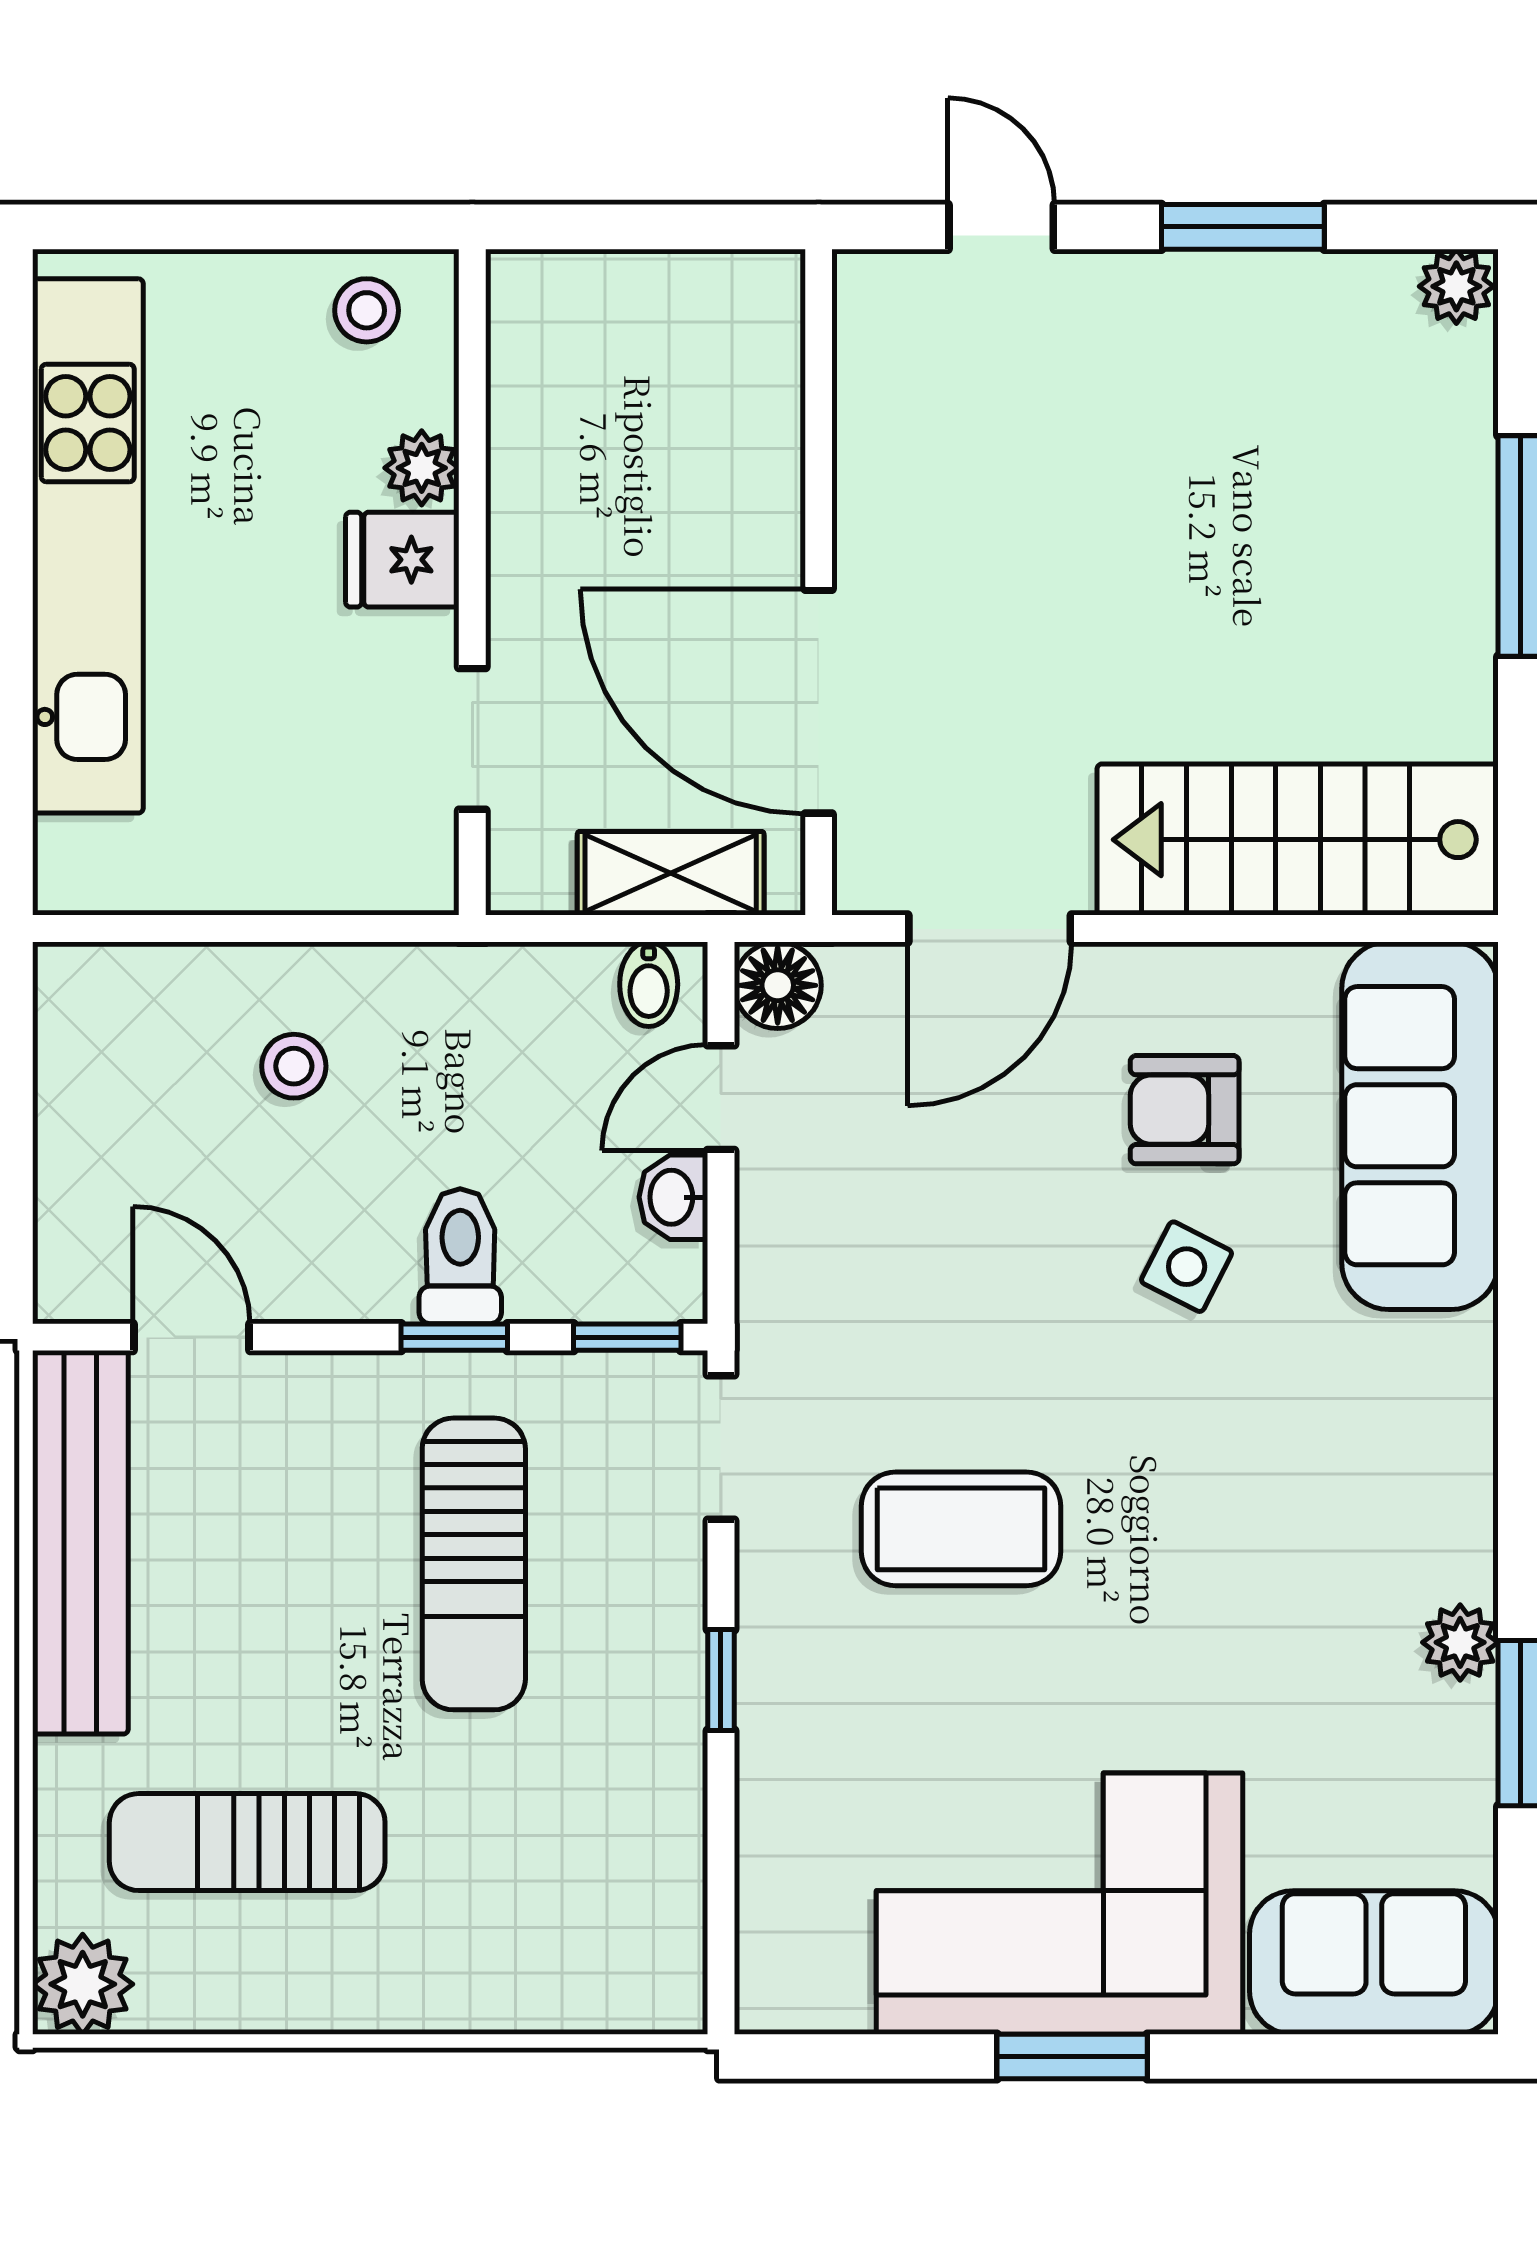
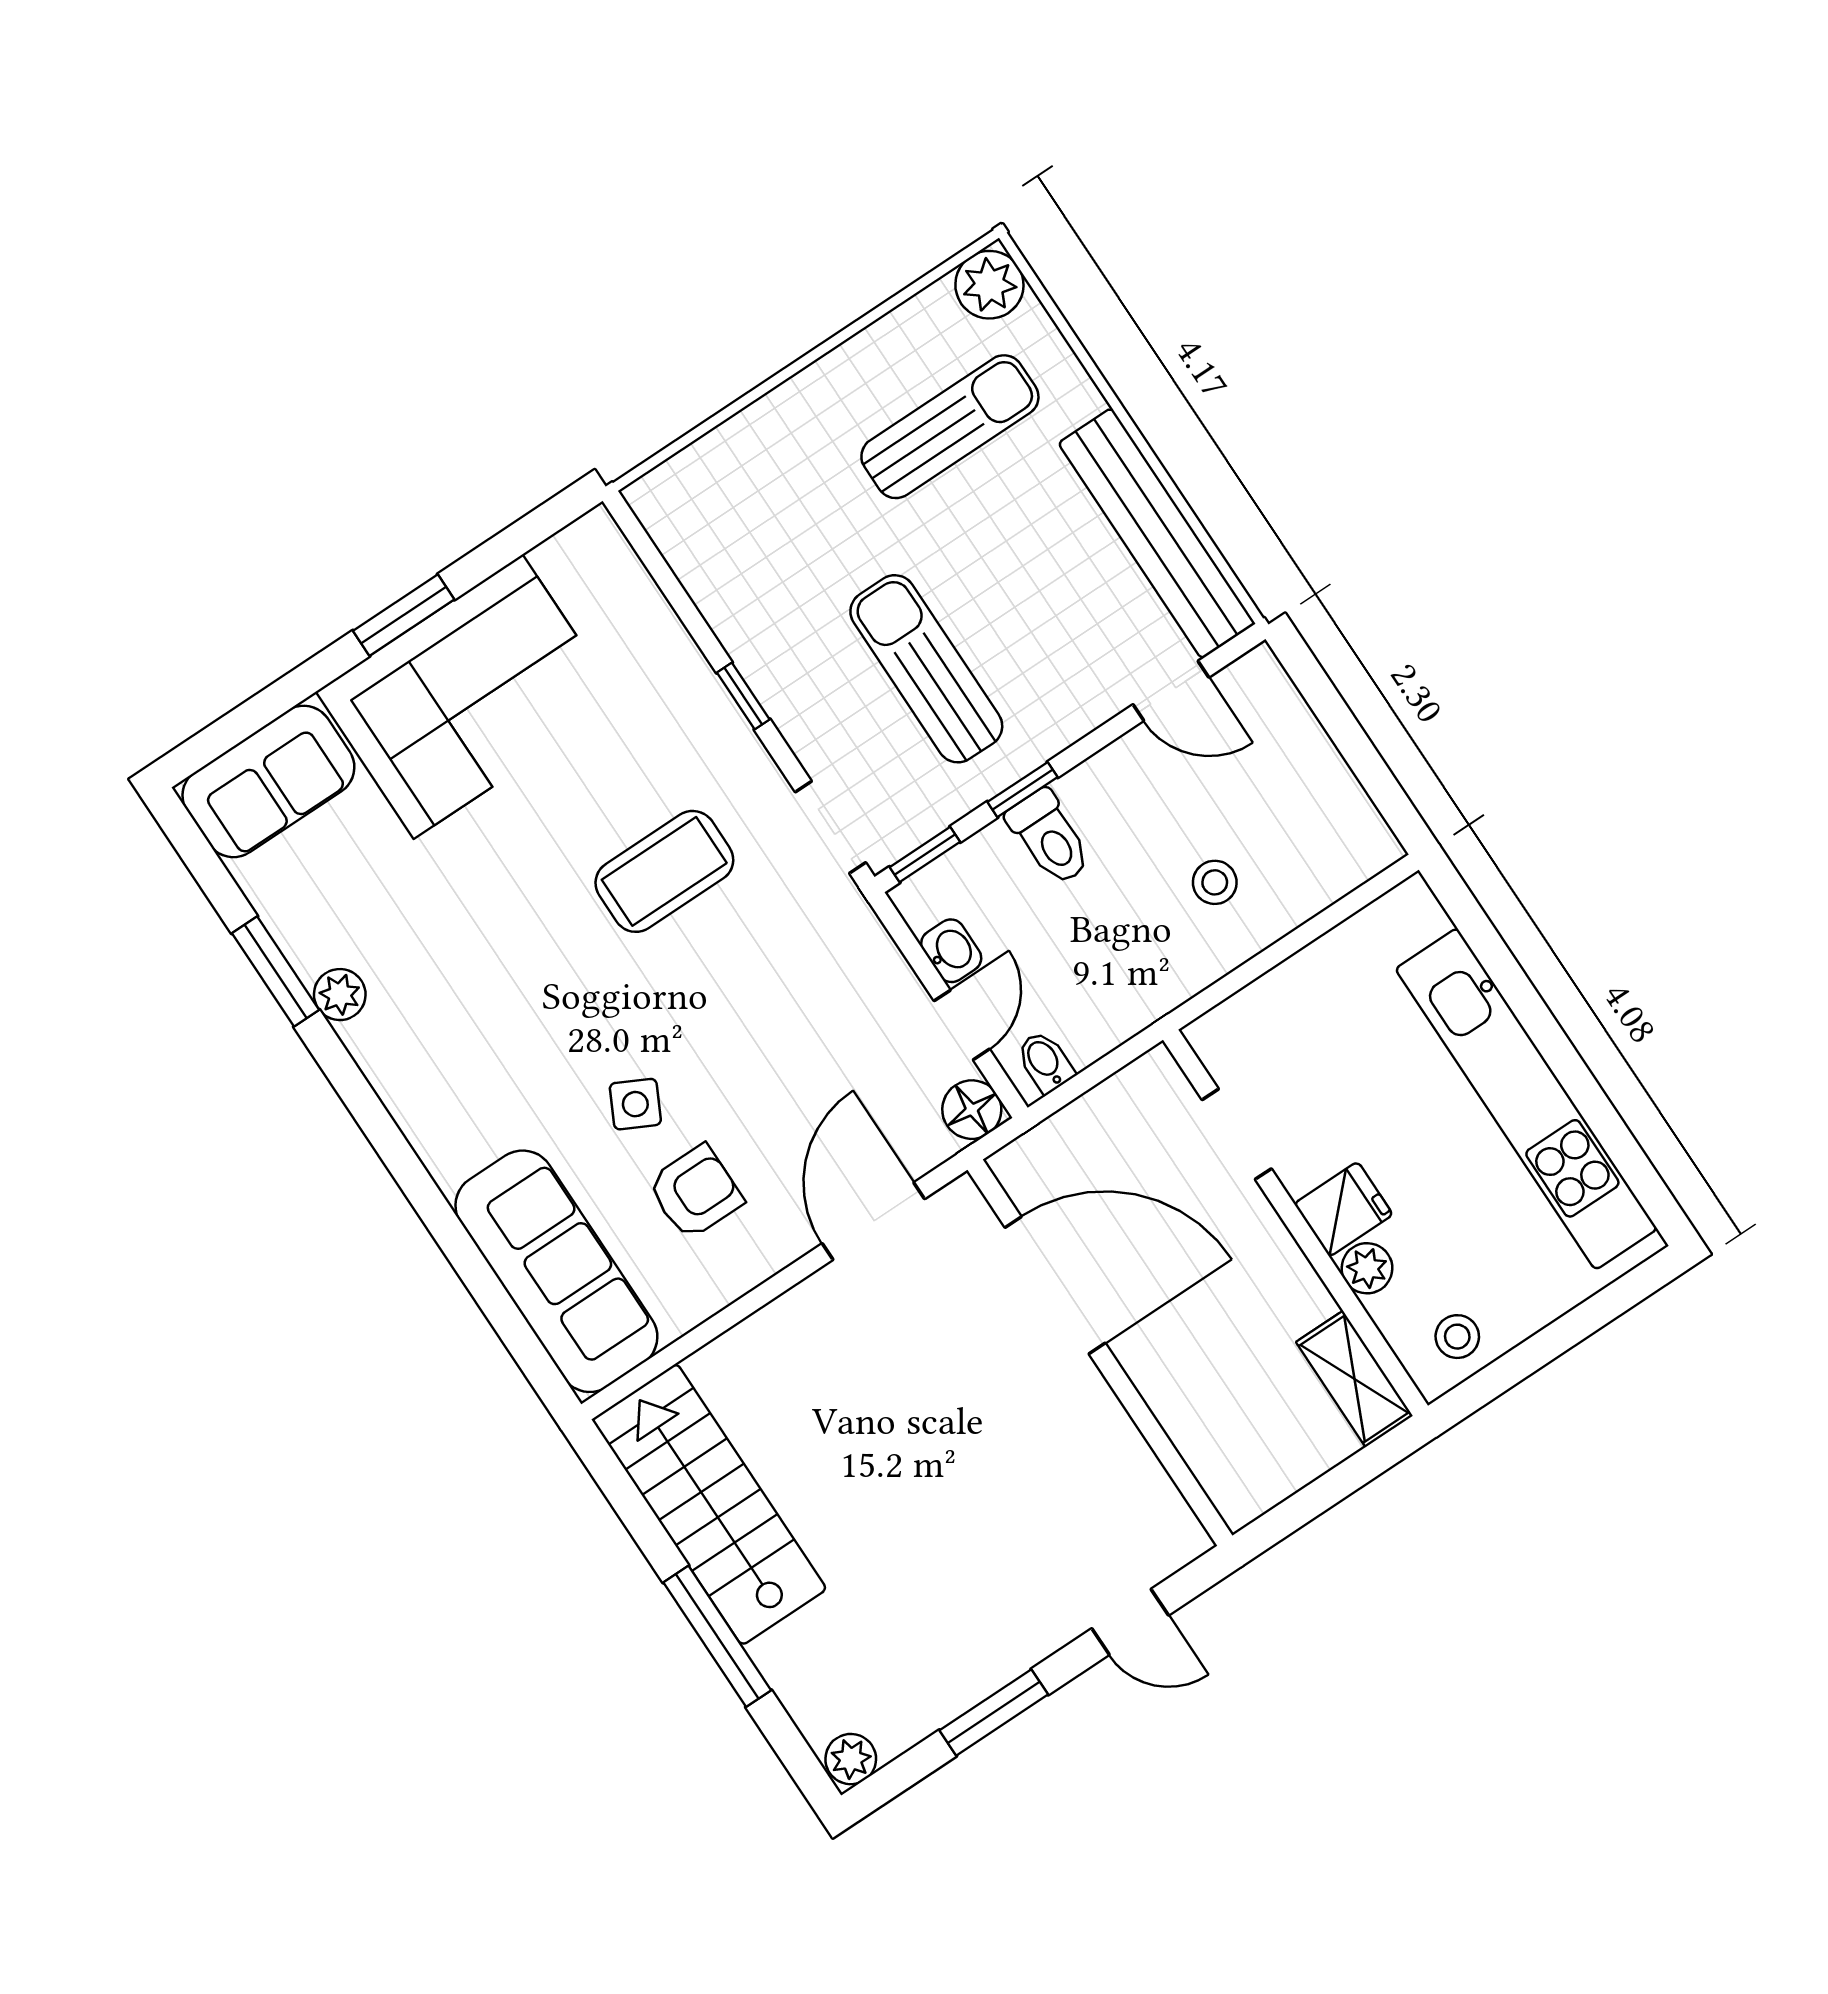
stairs: (1298, 840) -> (709, 1504), moved, turned -90
shelving: (671, 873) -> (1354, 1379), moved, turned 90

